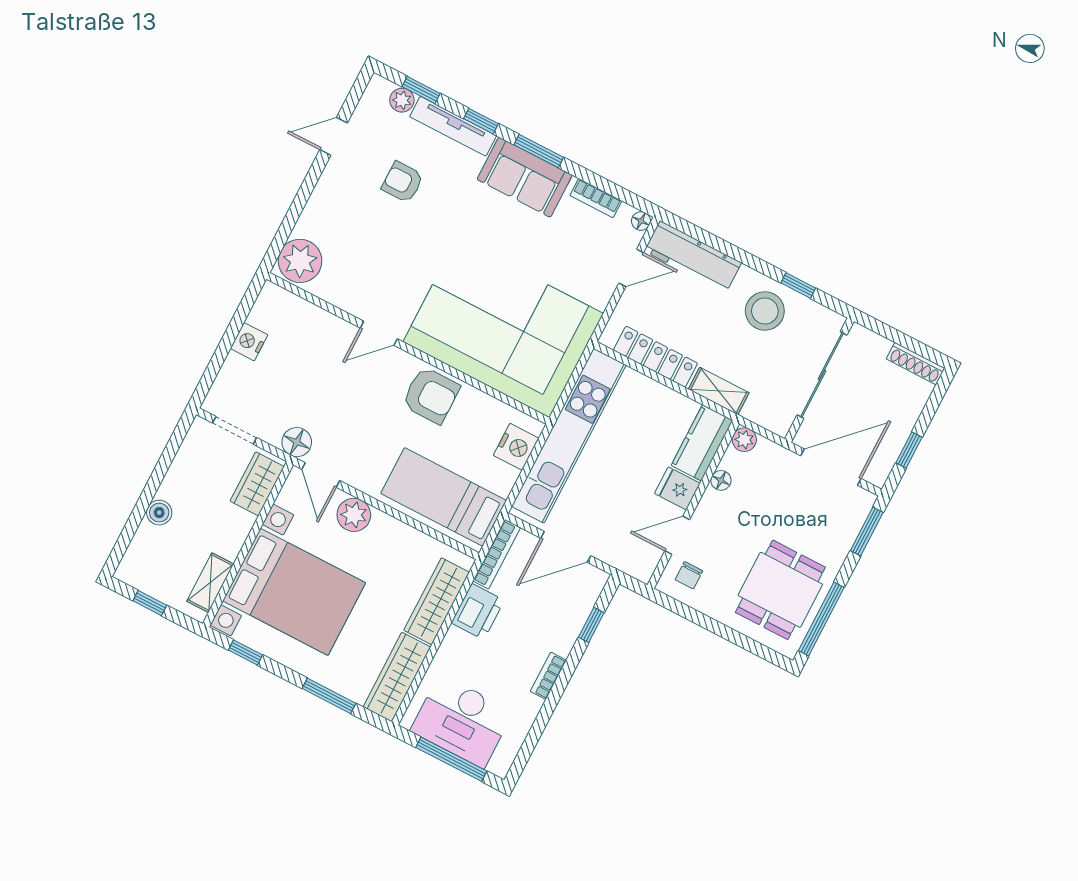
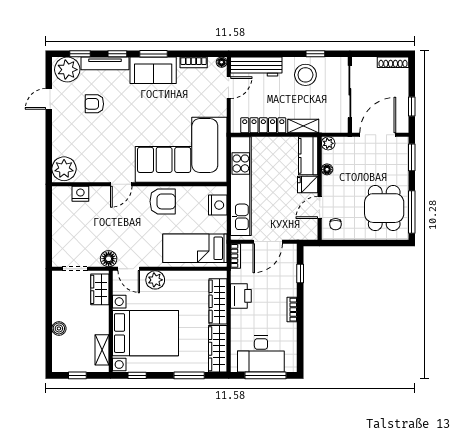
plant: (402, 100) -> (67, 70), width x1.88, depth x1.88
nightstand: (249, 342) -> (80, 194), moved, turned 90
bookcase: (497, 554) -> (236, 256), width x0.64

